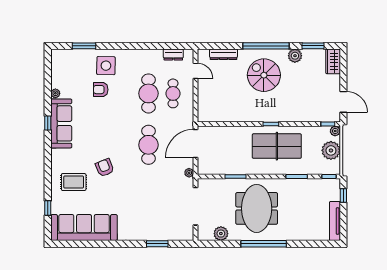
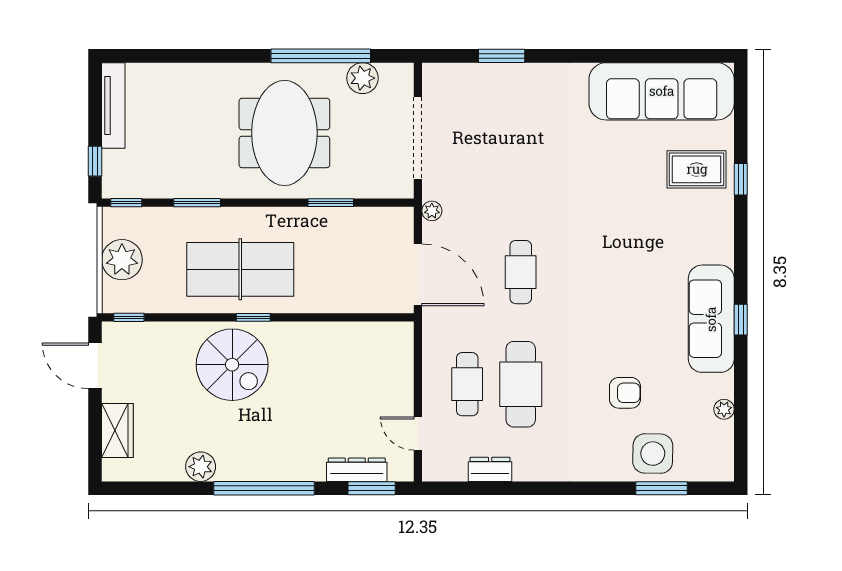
window: (313, 46) -> (372, 488), moved
dresser: (173, 55) -> (490, 469), moved
wardrobe: (333, 61) -> (117, 431), moved
side table: (106, 66) -> (653, 454), moved
spiral stairs: (264, 75) -> (232, 365), moved
plant: (55, 93) -> (724, 409), moved
plant: (335, 131) -> (113, 302), removed
door: (196, 143) -> (418, 275), hinge flipped
cafe table: (148, 145) -> (521, 272), width x0.73, depth x0.74
armchair: (105, 168) -> (616, 222), removed
rug: (74, 182) -> (697, 169), moved
window: (48, 208) -> (741, 179), moved
window: (264, 244) -> (321, 56), moved

